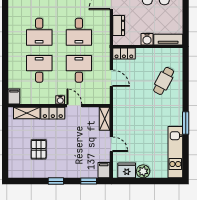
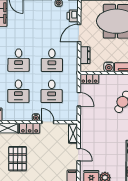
desk: (39, 69) -> (18, 91), turned 180
desk: (79, 69) -> (52, 91), turned 180
pallet: (39, 149) -> (18, 159), width x1.50, depth x1.42

